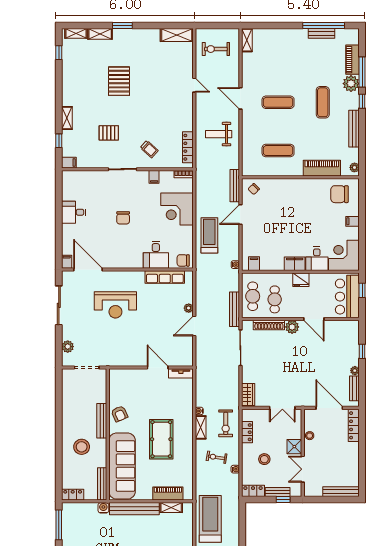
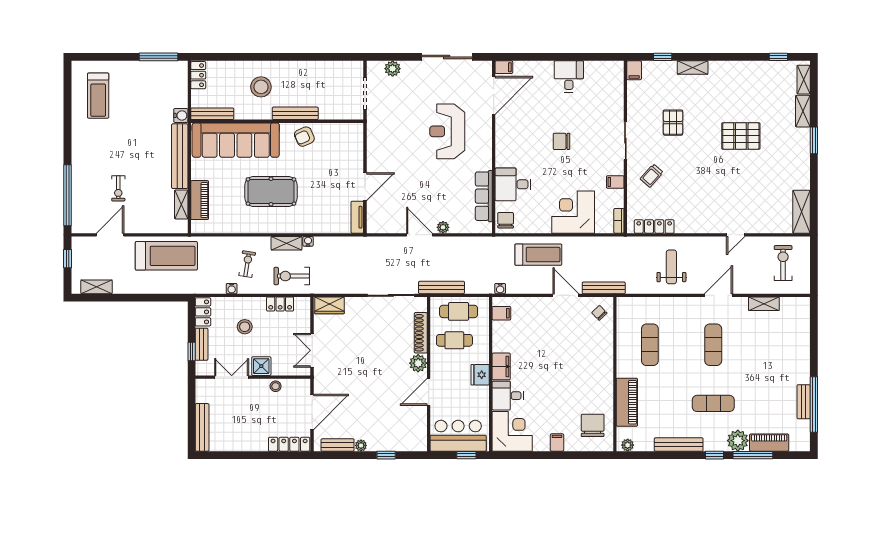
shelving: (247, 40) -> (764, 304), moved

